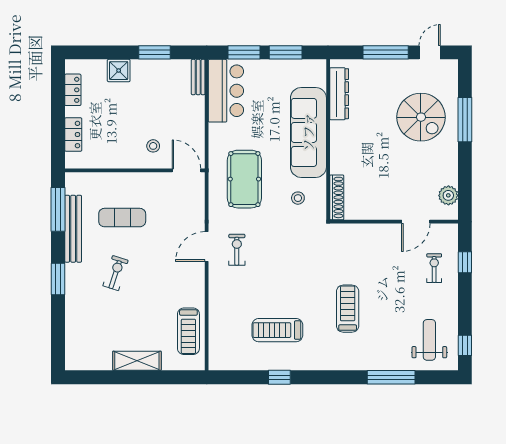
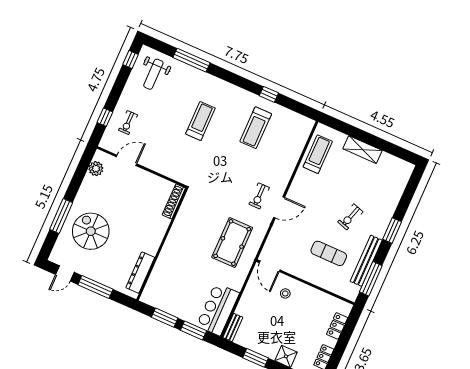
sofa: (308, 132) -> (173, 255), removed
stool: (298, 198) -> (201, 213), removed
treadmill: (348, 309) -> (200, 121), turned 180
treadmill: (277, 330) -> (256, 128), turned 90

